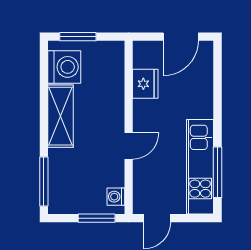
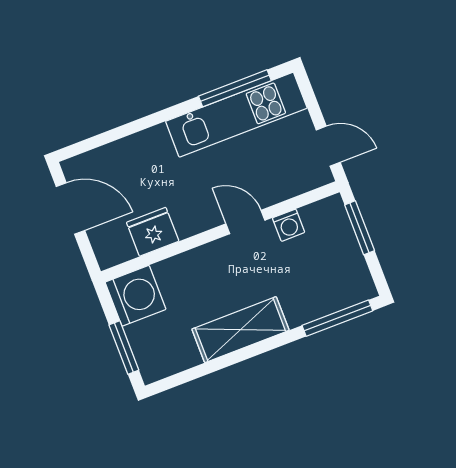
washing machine: (64, 67) -> (136, 296), moved, turned 90
washing machine: (116, 197) -> (289, 225), moved

